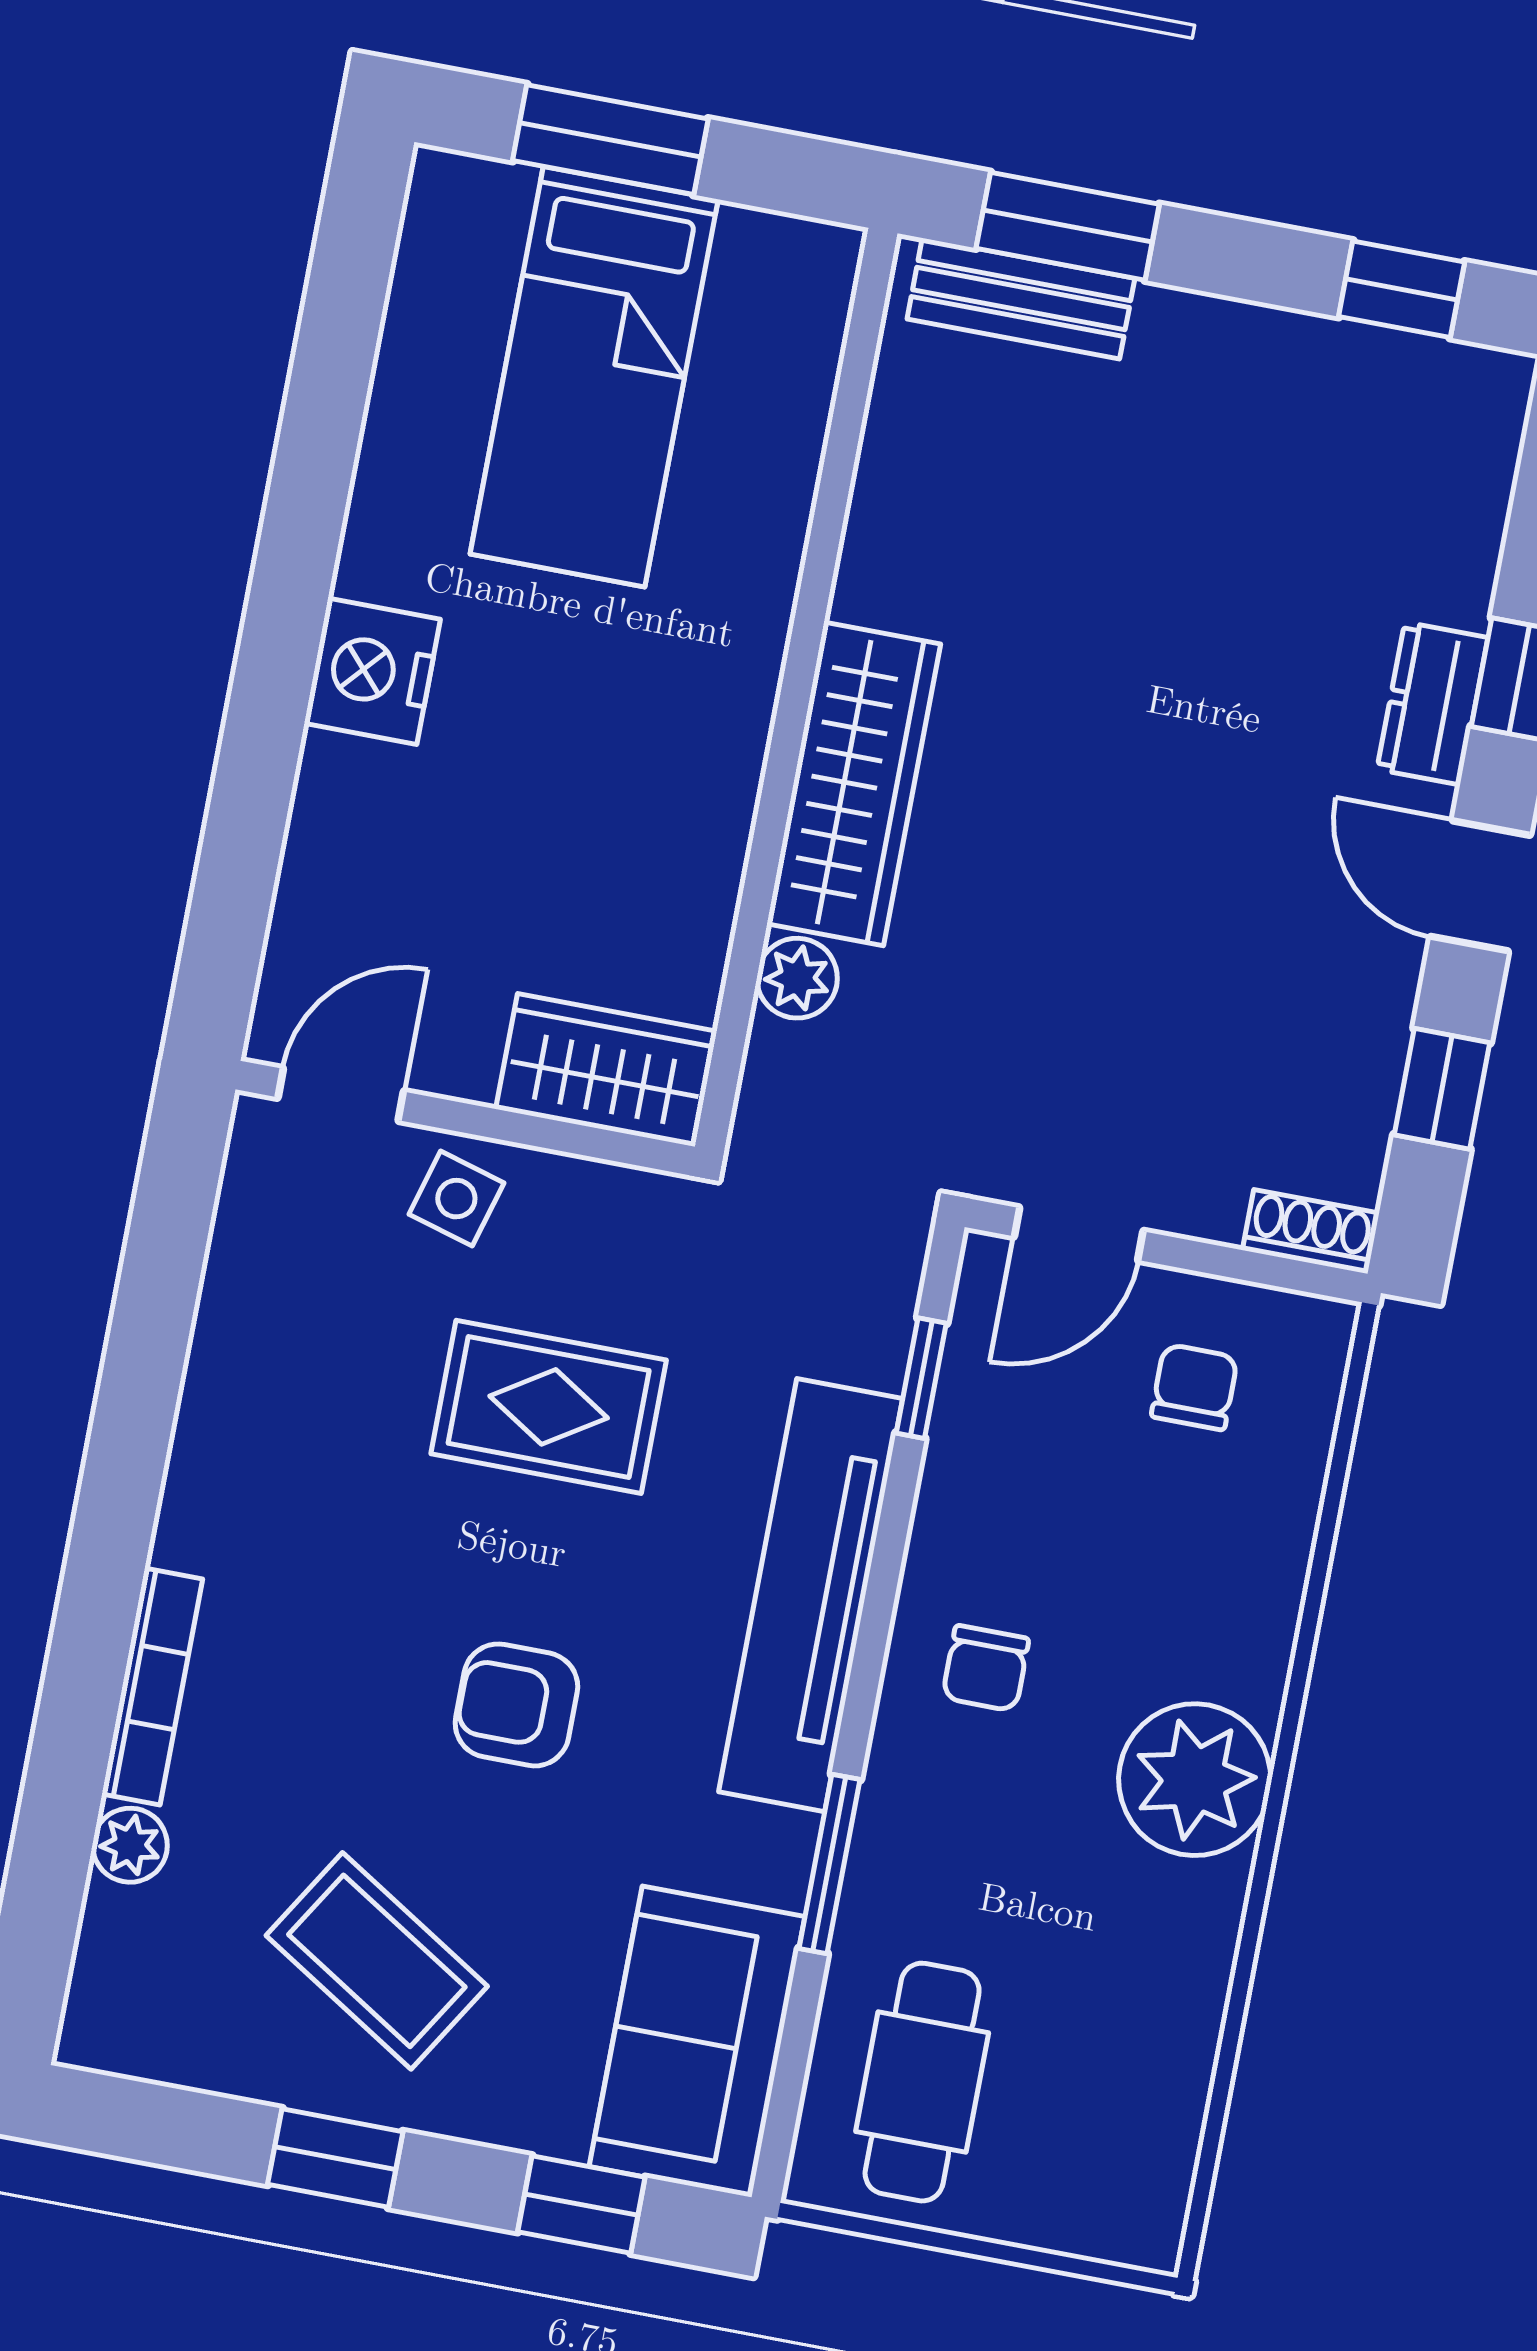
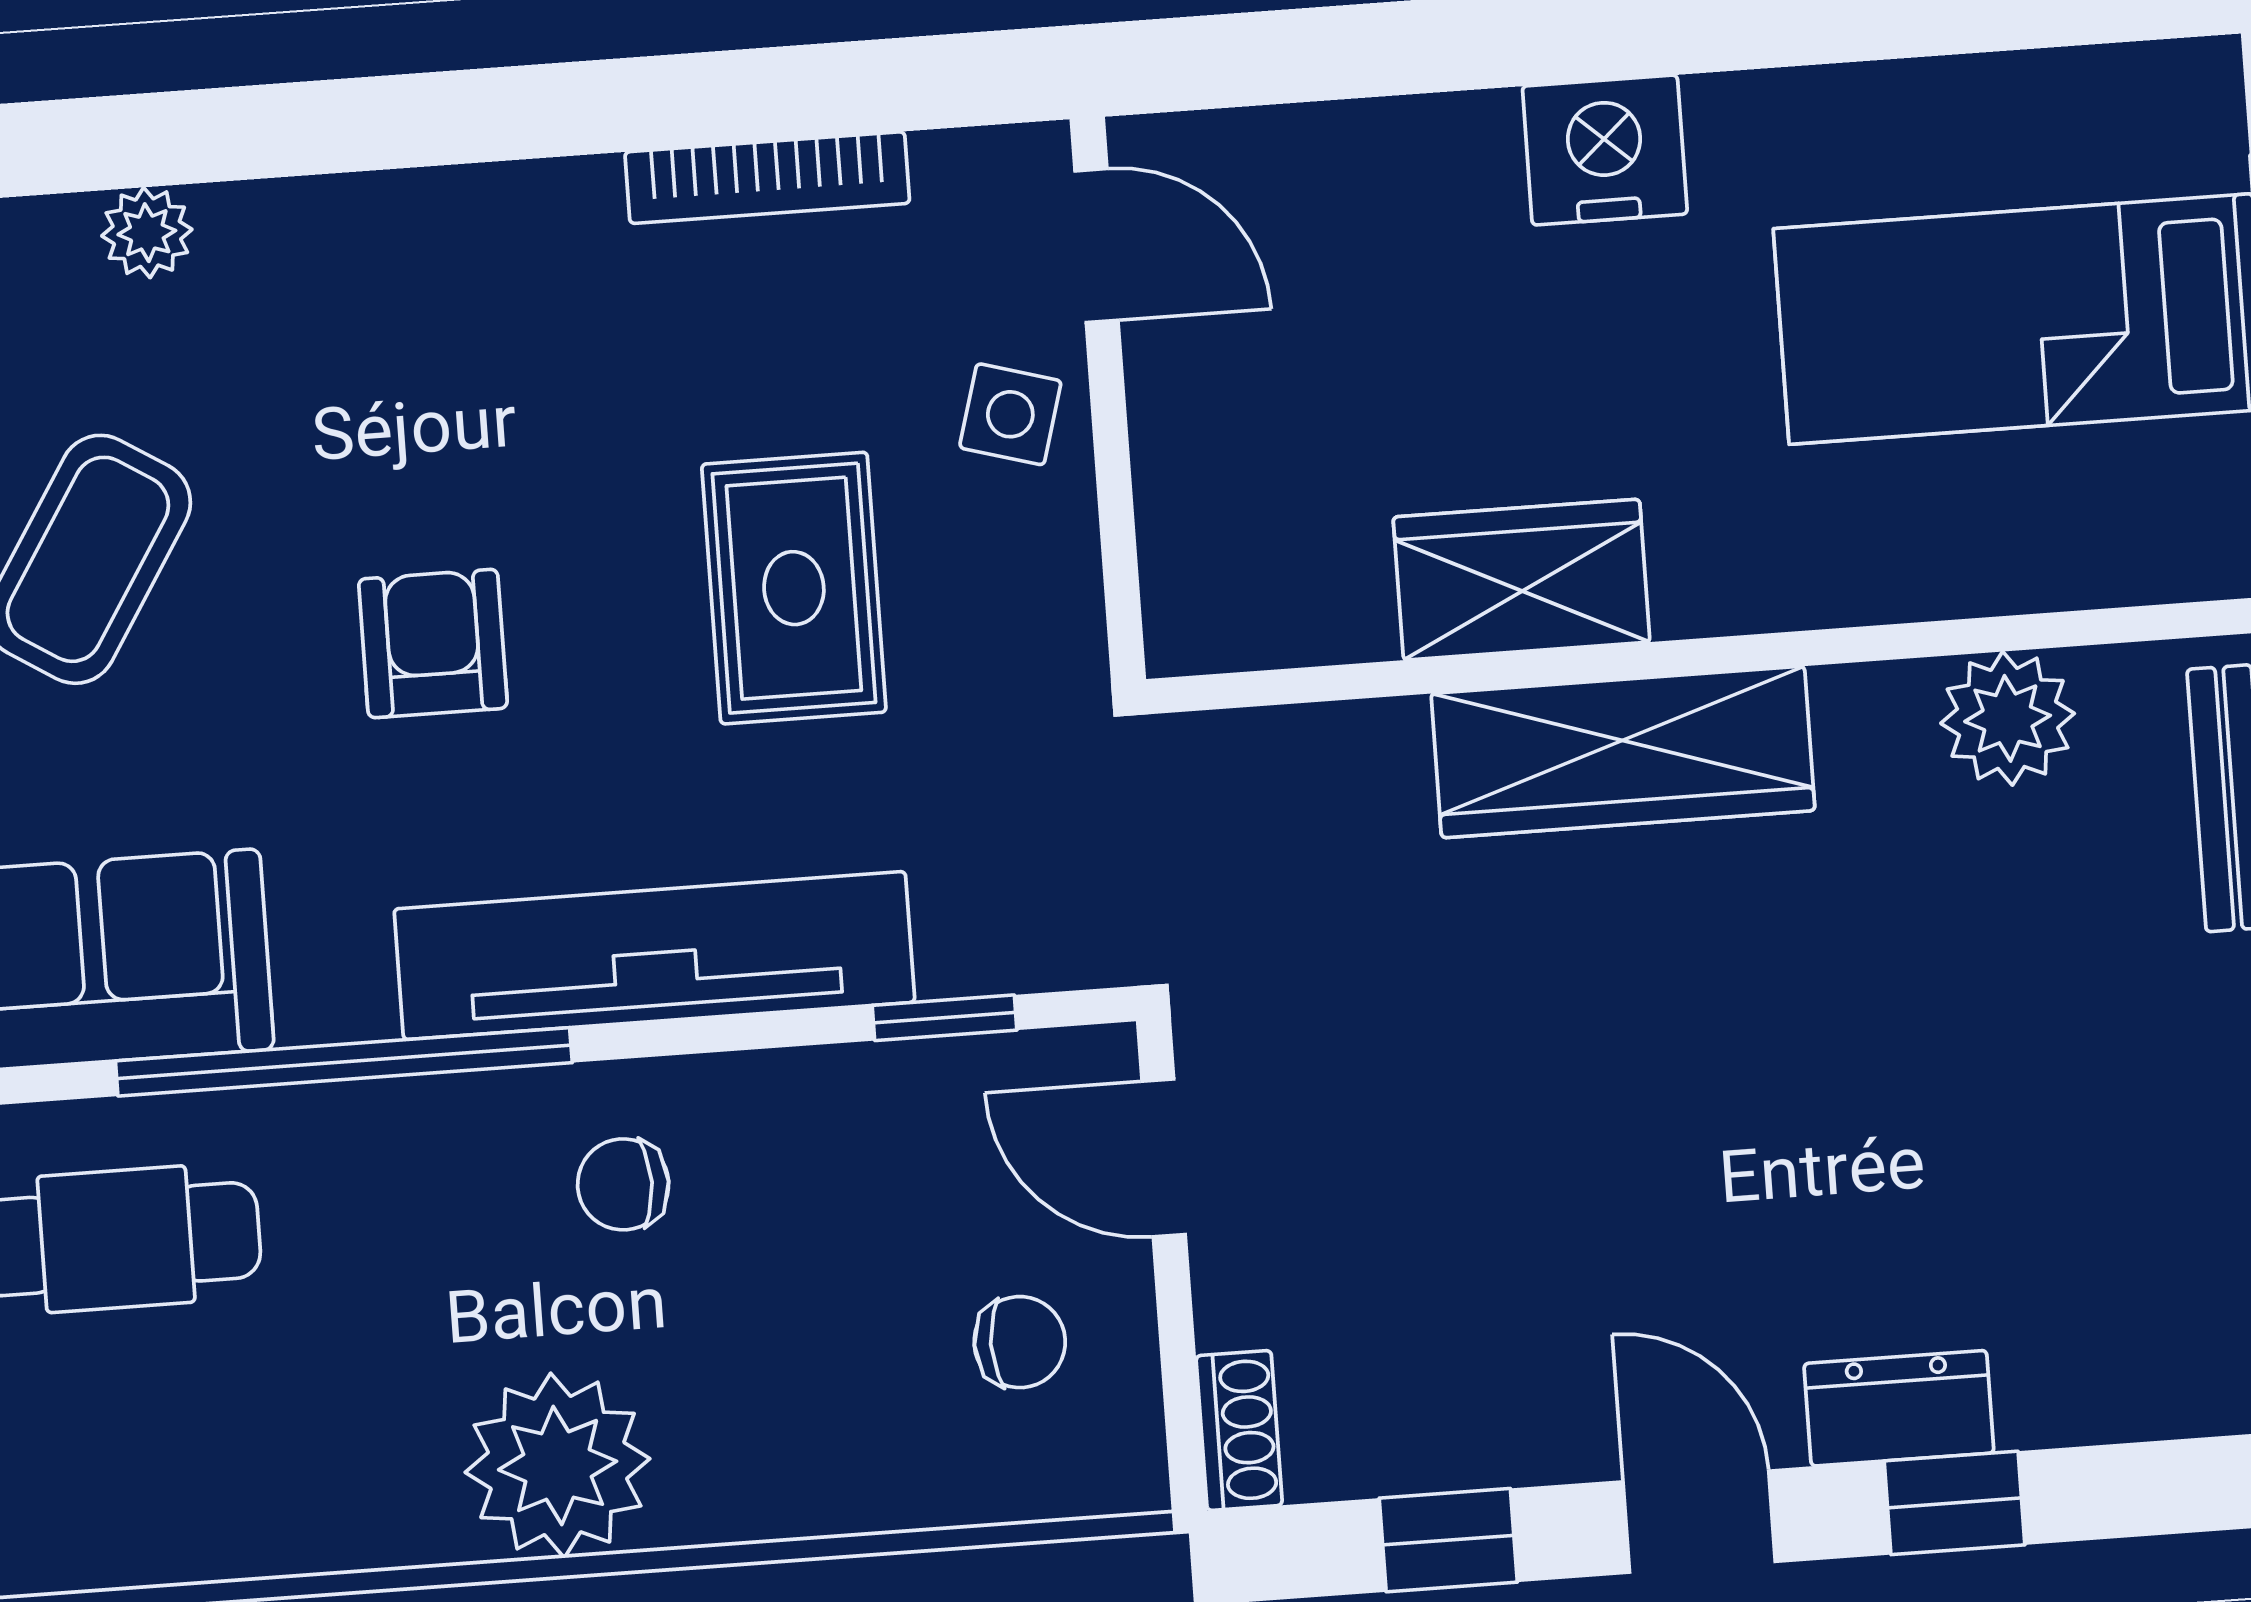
door: (1480, 886) -> (1699, 1522), hinge flipped
plant: (797, 978) -> (2008, 718), moved, width x1.38, depth x1.38
wardrobe: (606, 1070) -> (1522, 580), moved, turned -90
bookcase: (152, 1686) -> (767, 178), moved
window: (829, 1864) -> (344, 1062), width x2.11

